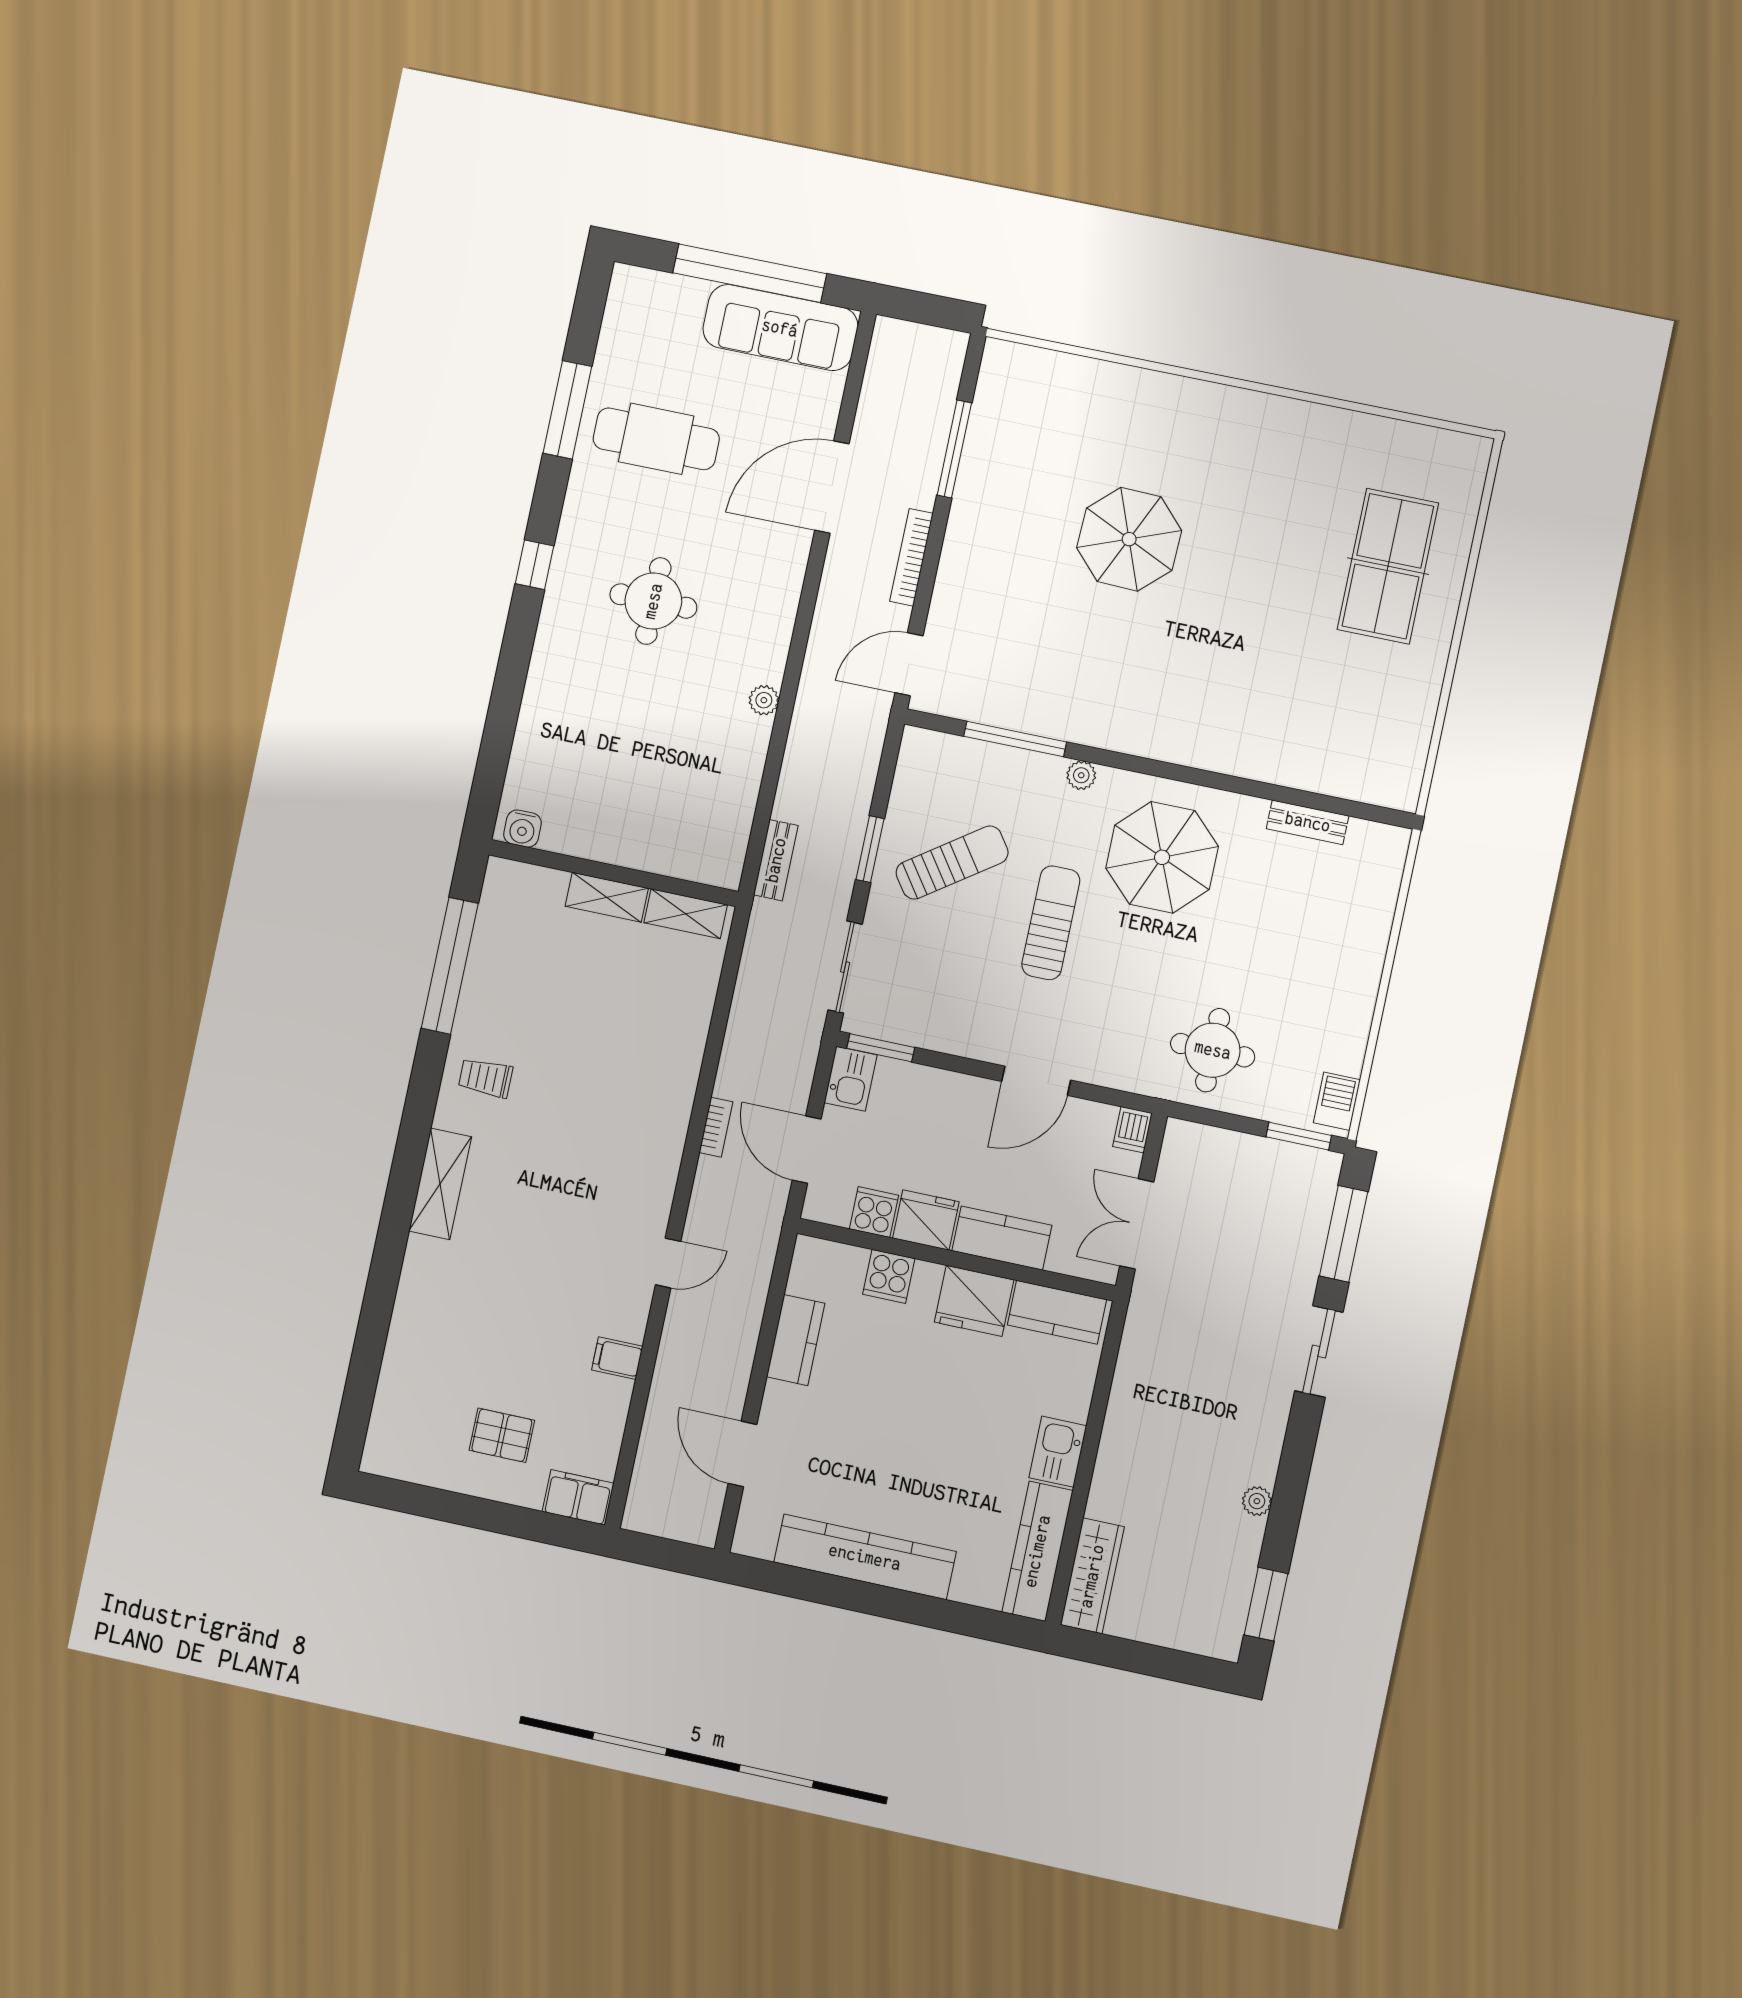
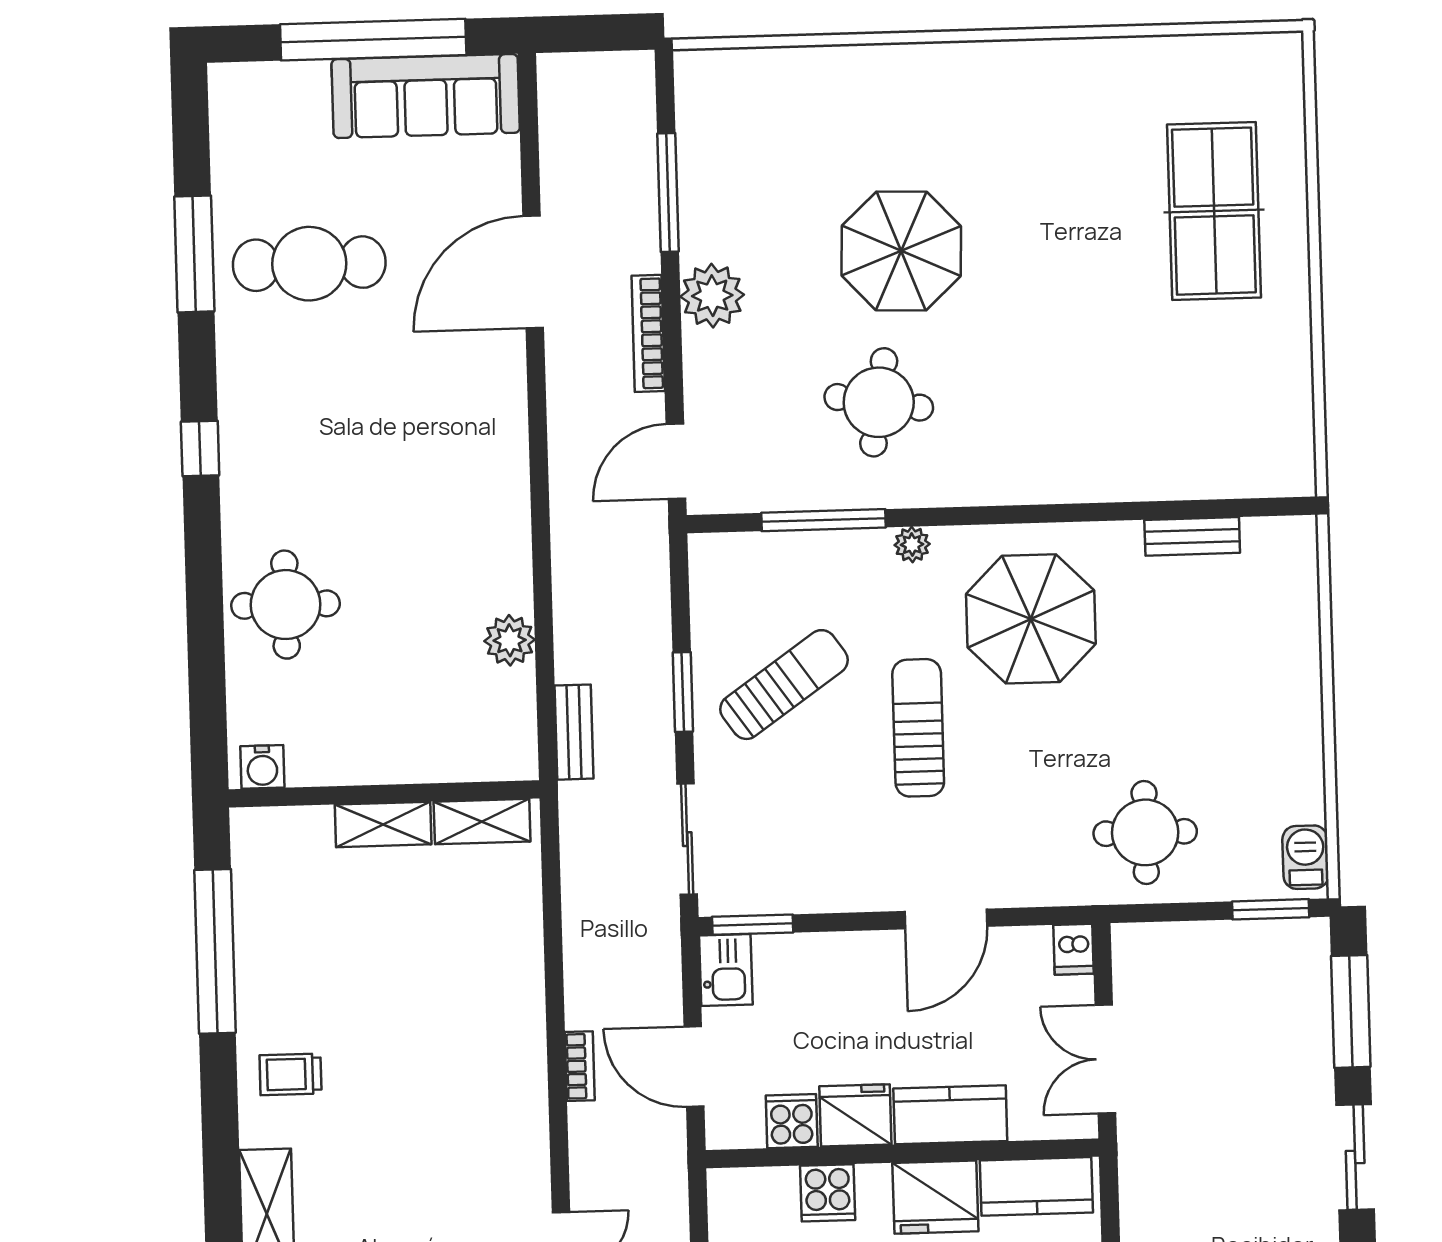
plant: (970, 539) -> (712, 296), added
round table: (653, 601) -> (286, 605), moved
round table: (1082, 656) -> (879, 402), added
plant: (764, 700) -> (510, 640), moved, width x1.38, depth x1.38

